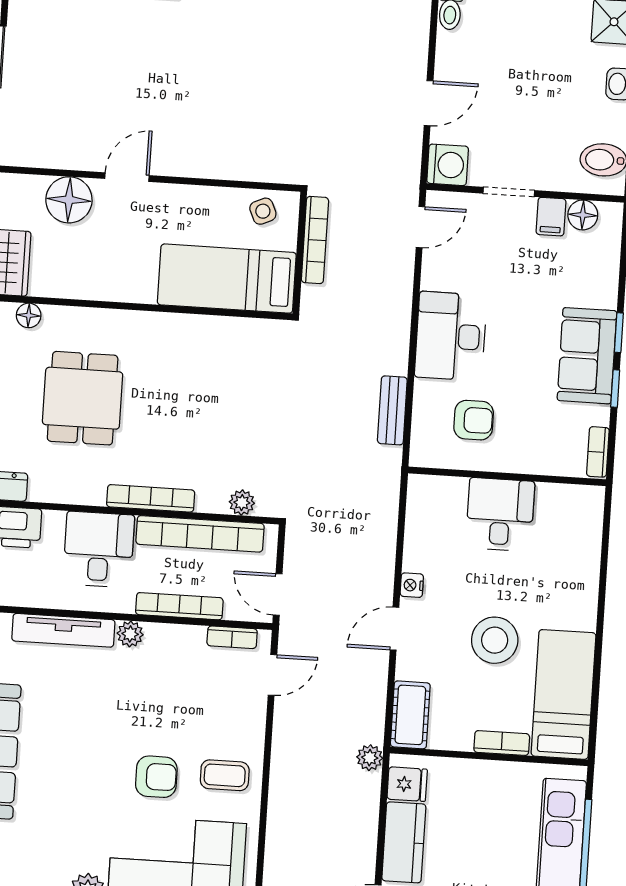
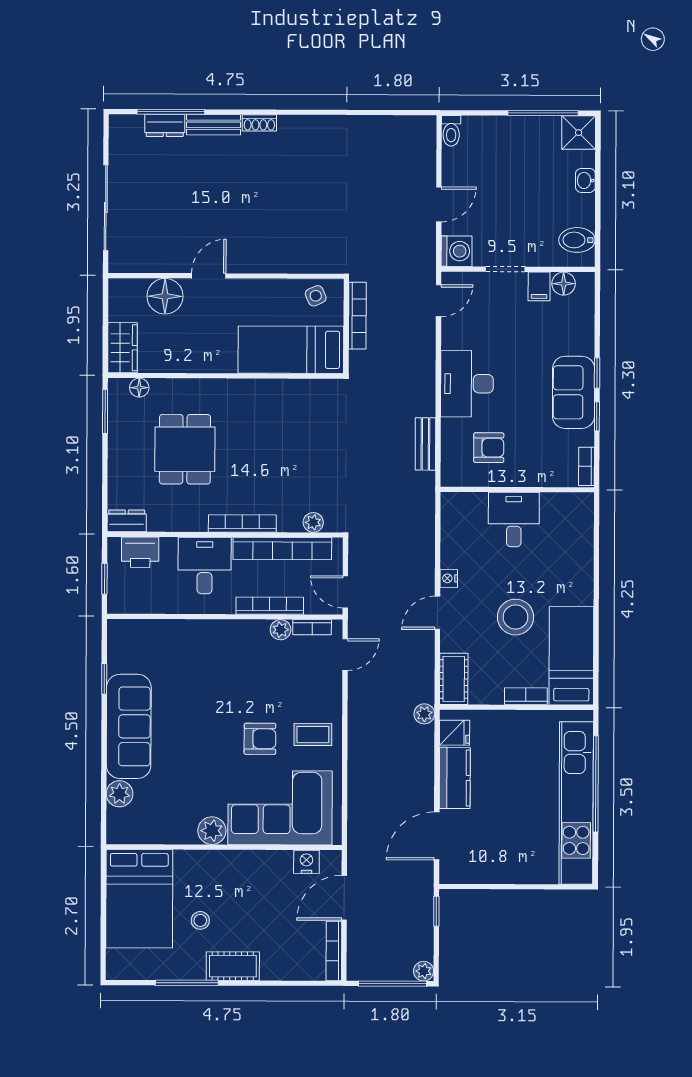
tv unit: (63, 630) -> (181, 630), removed
plant: (130, 634) -> (281, 630), moved

